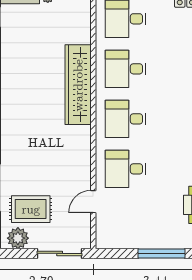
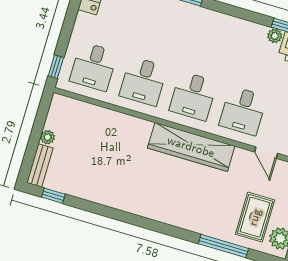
wardrobe: (78, 85) -> (191, 147), moved

